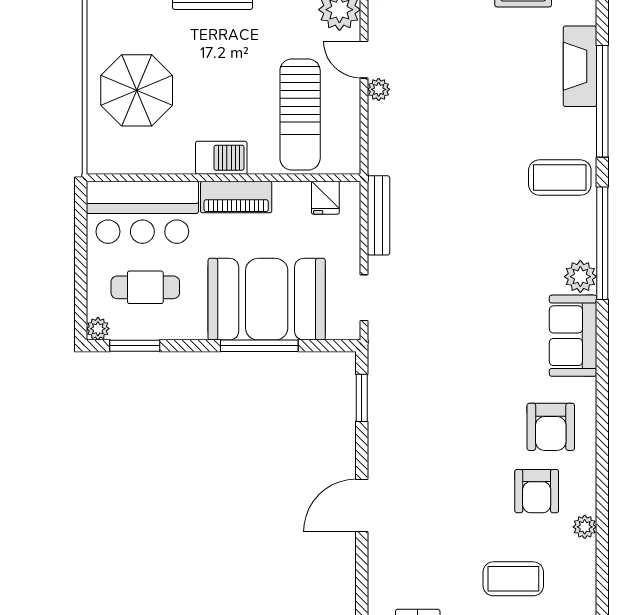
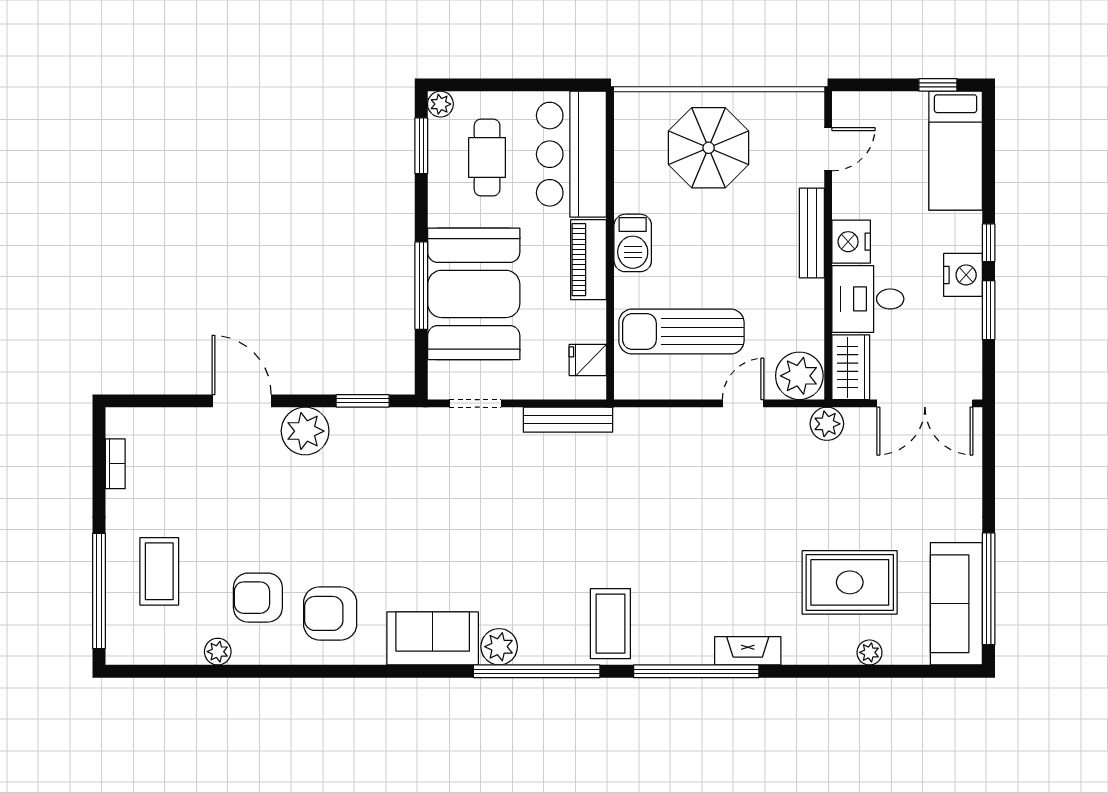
fireplace: (580, 66) -> (748, 651), width x0.73, depth x0.76
plant: (379, 89) -> (305, 431), moved, width x1.88, depth x1.88

